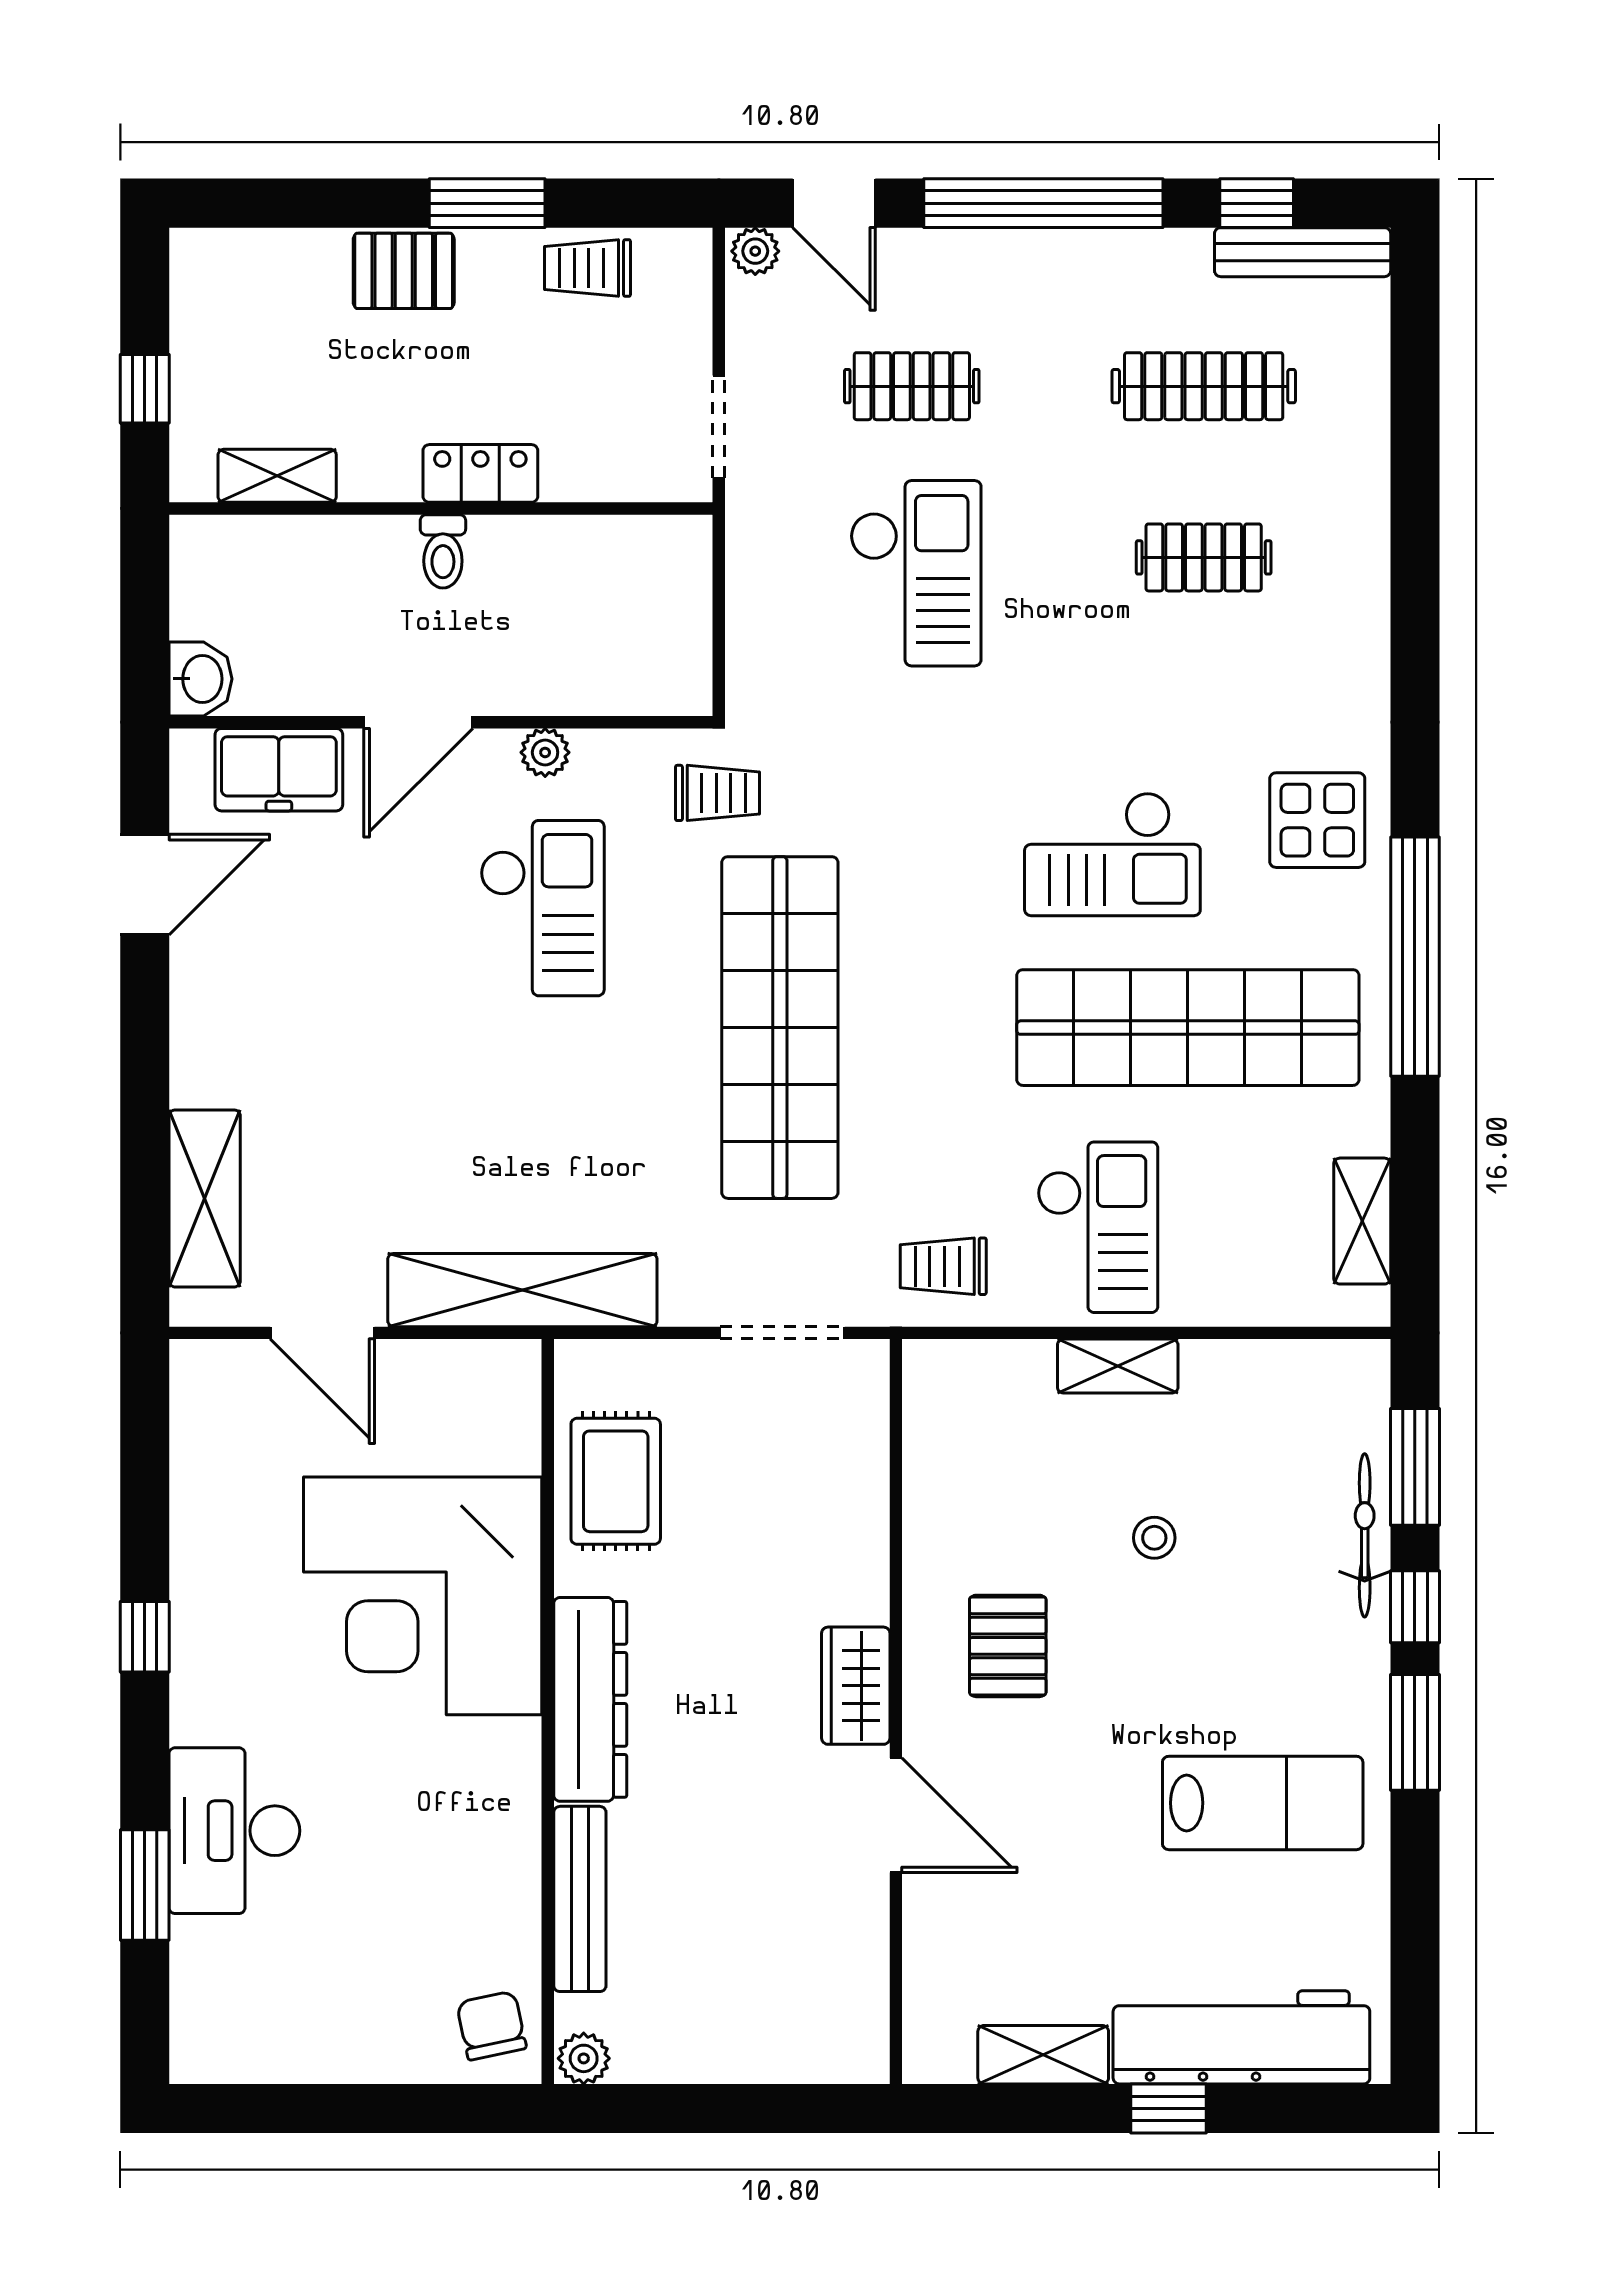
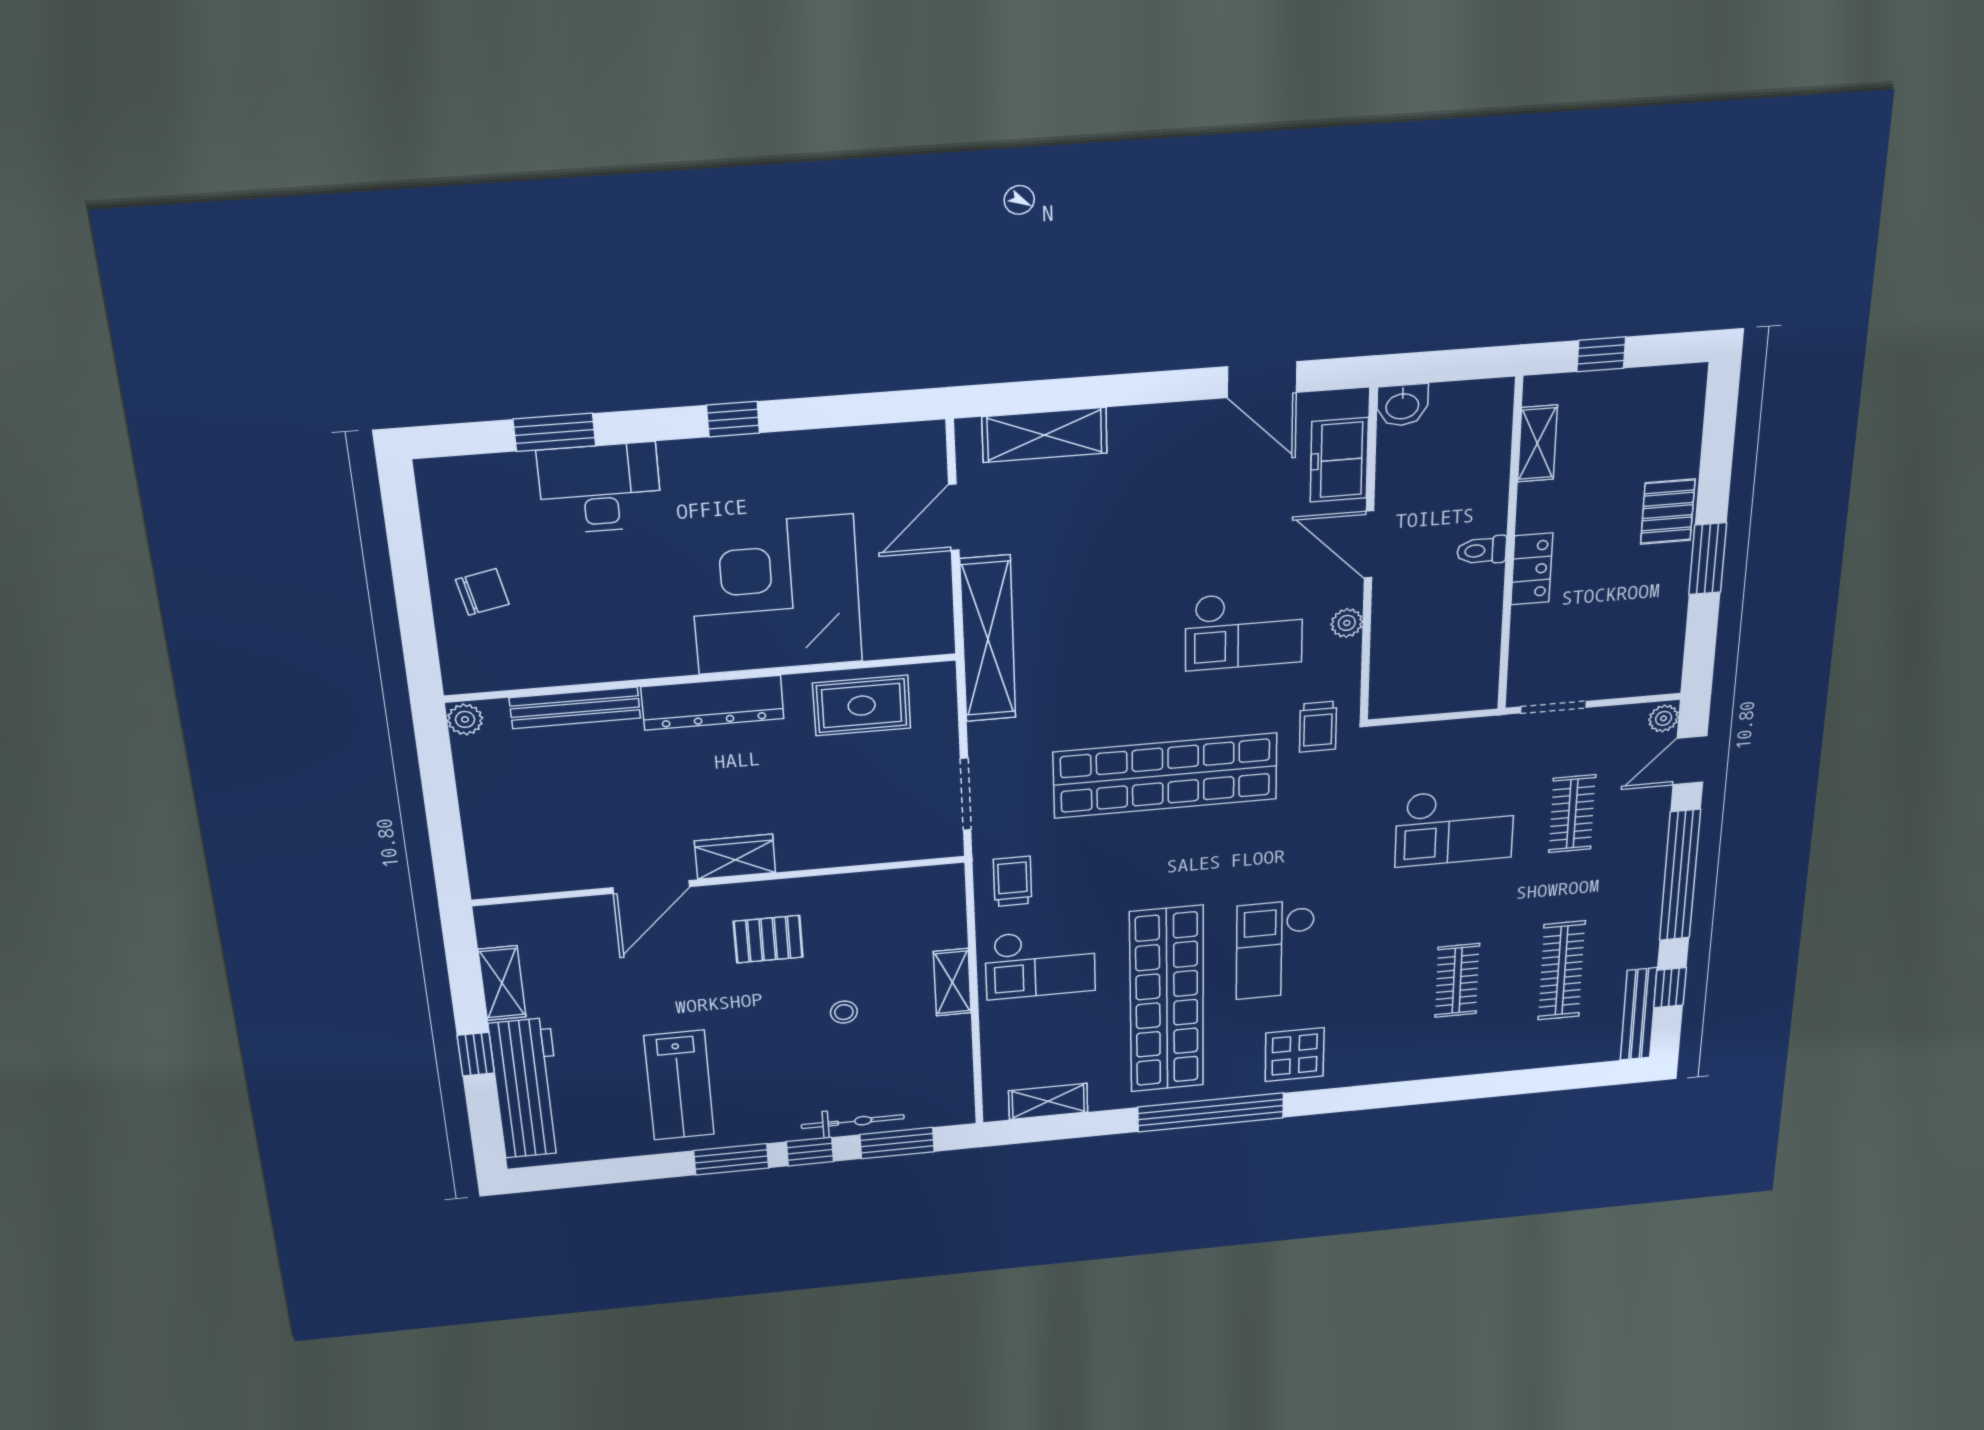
trolley: (588, 268) -> (1661, 622), removed
chair: (491, 2026) -> (482, 592), moved

